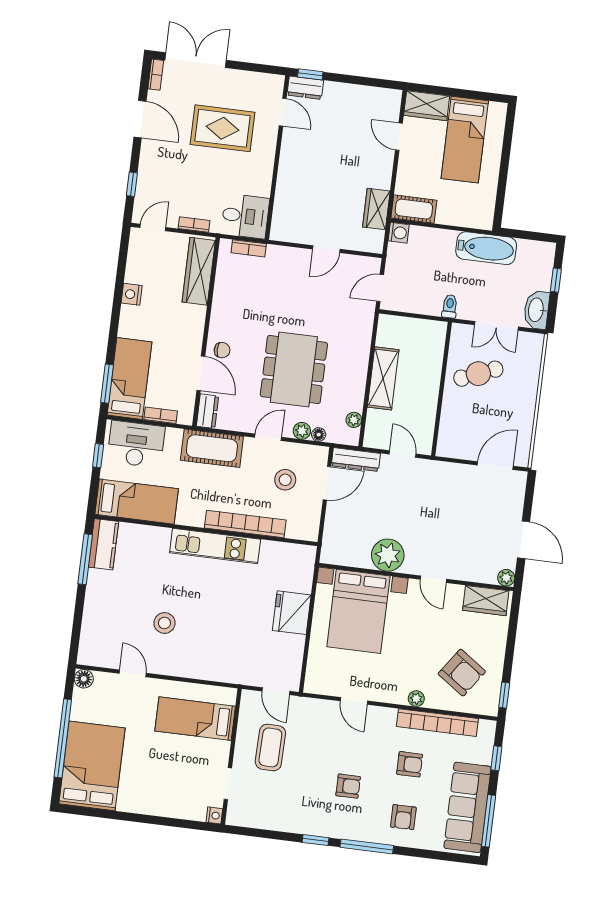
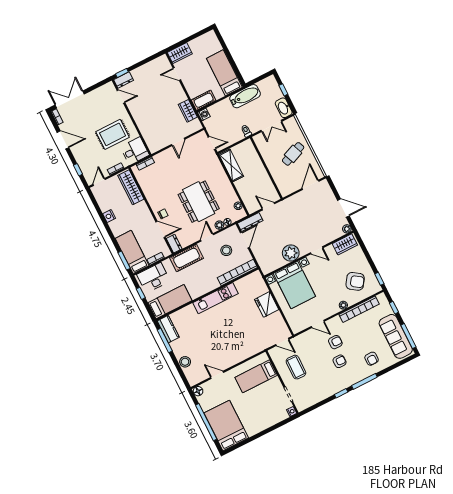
rug: (222, 128) -> (113, 134), moved
bed: (465, 140) -> (224, 73), moved, turned 180
door: (380, 288) -> (212, 143), swing flipped
cafe table: (478, 374) -> (293, 154), moved
shelving: (383, 378) -> (231, 165), moved
bookcase: (245, 524) -> (237, 273), moved
stool: (164, 623) -> (185, 362), moved
armchair: (410, 764) -> (335, 342), moved

